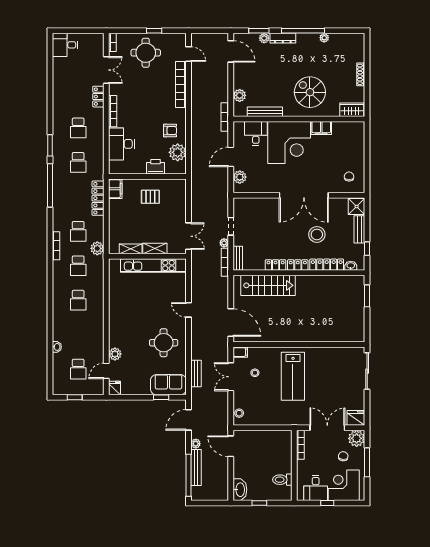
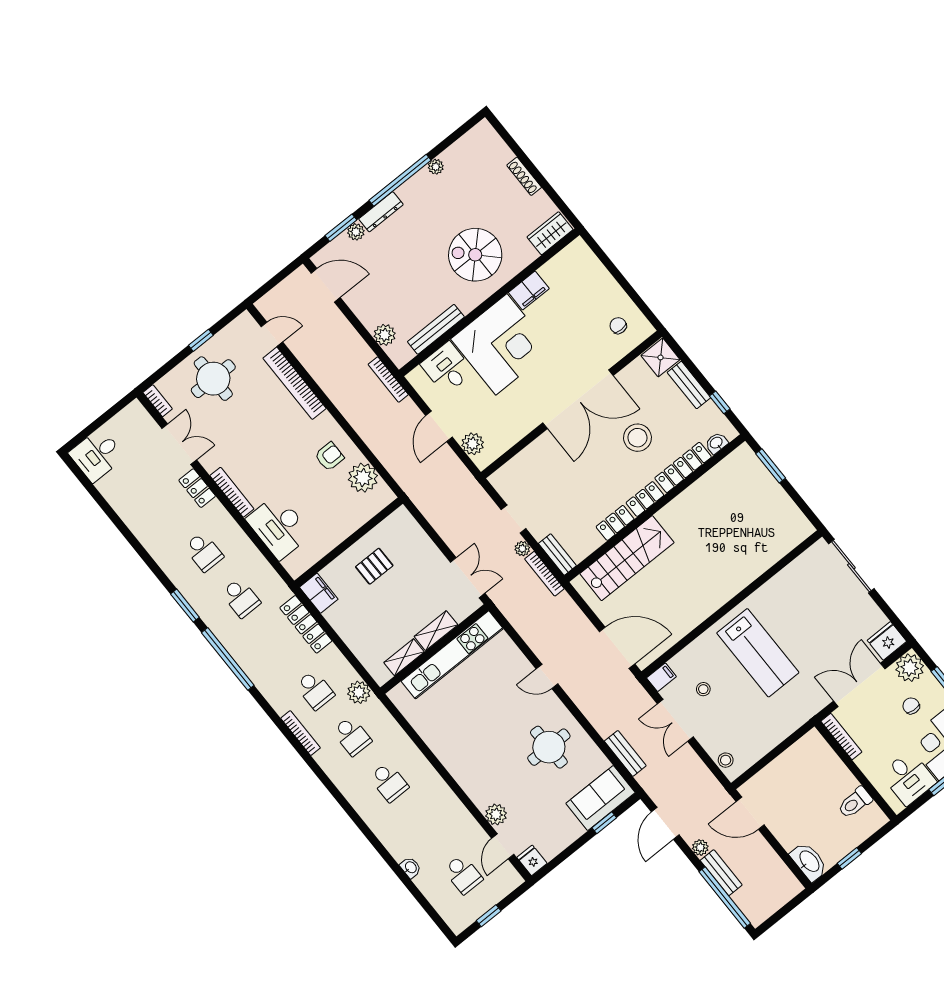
printer: (156, 167) -> (349, 520), removed
bench: (196, 468) -> (721, 873), width x0.73

